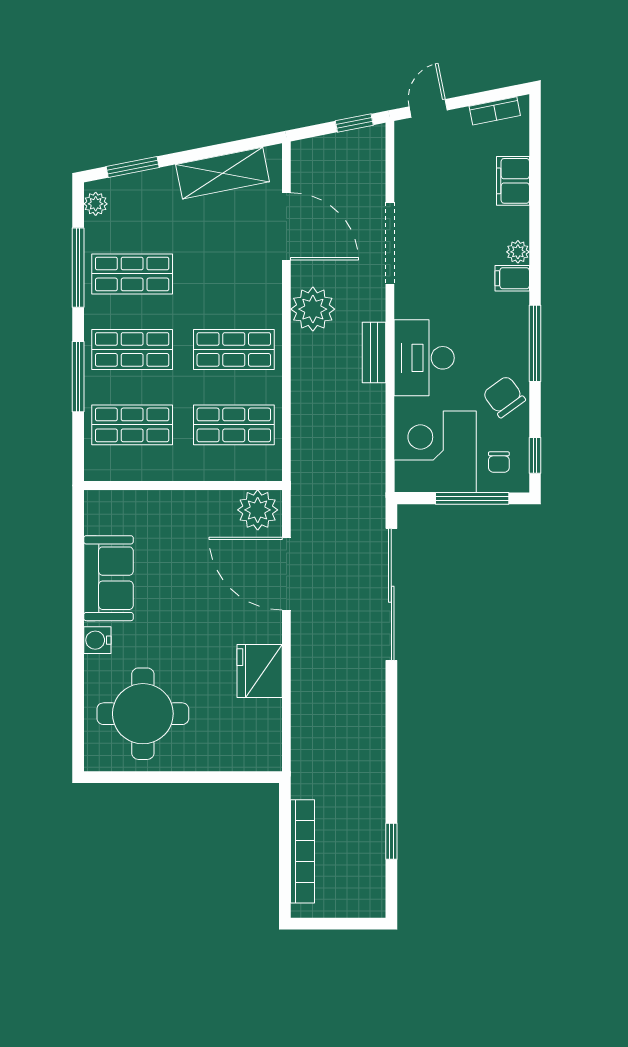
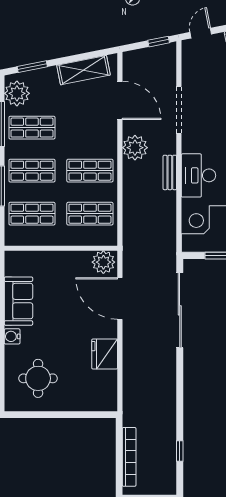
plant: (96, 204) -> (17, 93), width x1.88, depth x1.88
round table: (143, 714) -> (38, 378), width x0.73, depth x0.73

